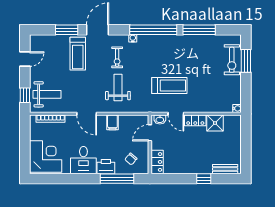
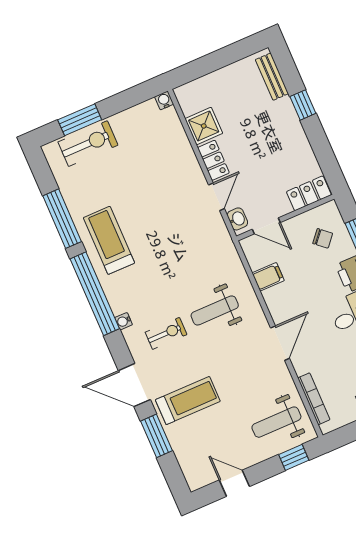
treadmill: (169, 85) -> (109, 240), moved
weight bench: (47, 94) -> (276, 422), turned -90
filing cabinet: (112, 122) -> (268, 277), moved

